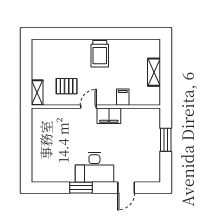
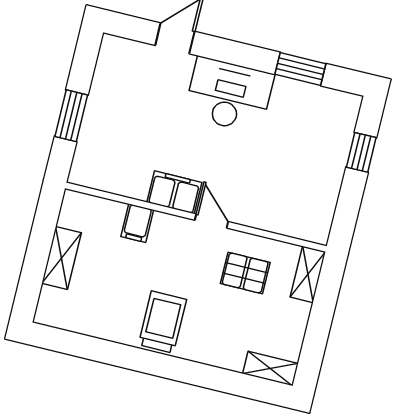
shelving: (44, 44) -> (270, 369), added
door: (88, 107) -> (211, 221), swing flipped
window: (26, 156) -> (361, 152), added
window: (81, 188) -> (300, 69), moved

